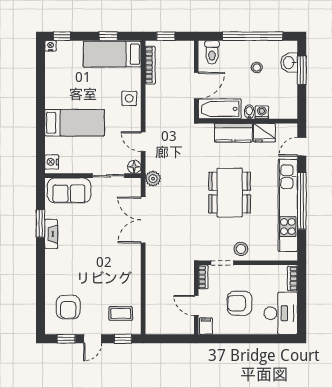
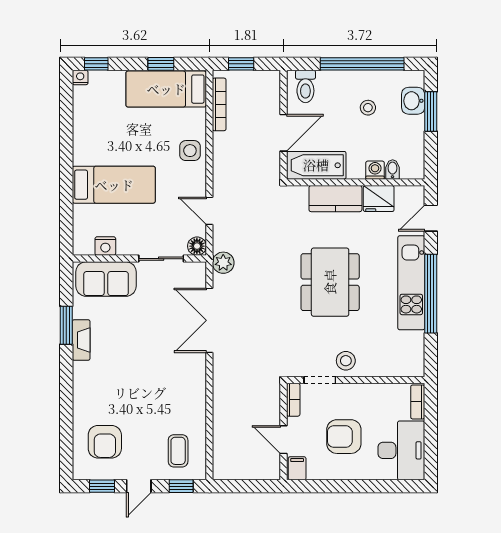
bidet: (249, 112) -> (393, 169), moved
nightstand: (52, 162) -> (105, 246), moved, turned -90
kitchen unit: (288, 205) -> (411, 283), width x0.73
coffee table: (121, 313) -> (178, 451), turned 90

